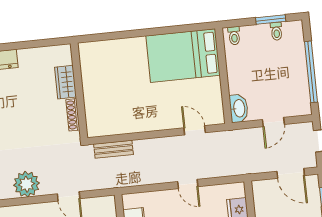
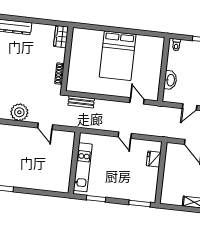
bed: (183, 56) -> (118, 56), moved, turned -90
wardrobe: (65, 82) -> (61, 37), moved
washbasin: (239, 108) -> (170, 80), moved

